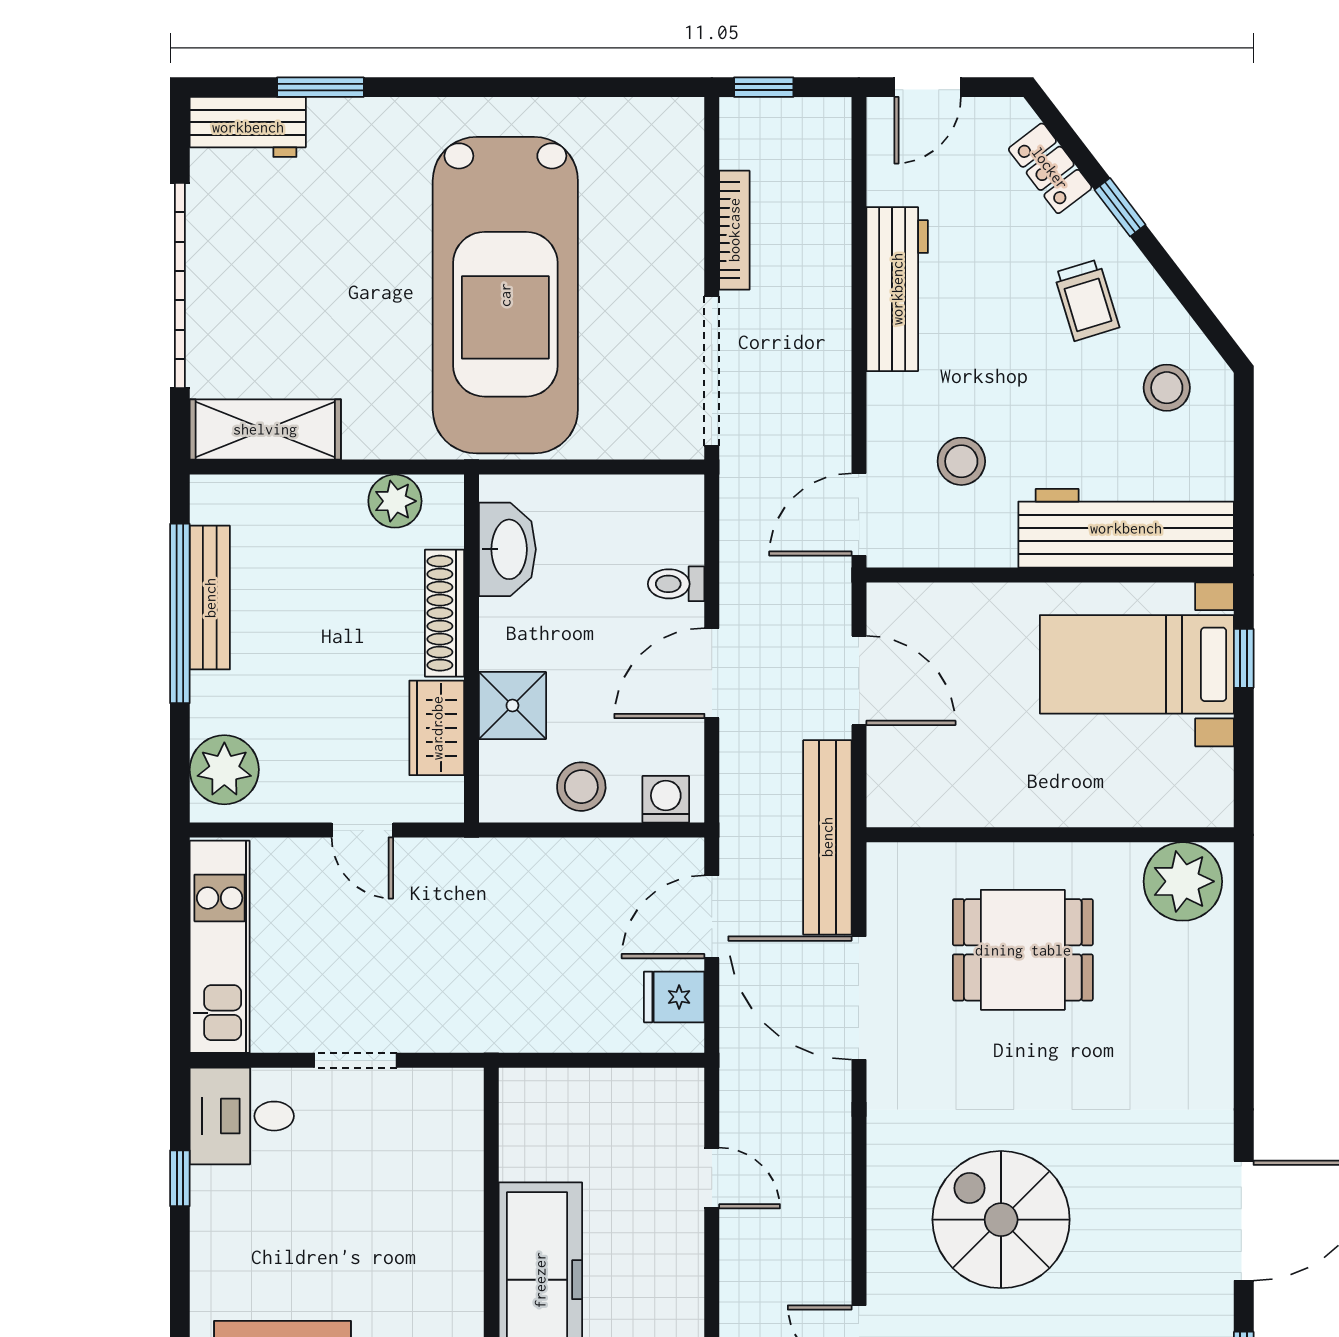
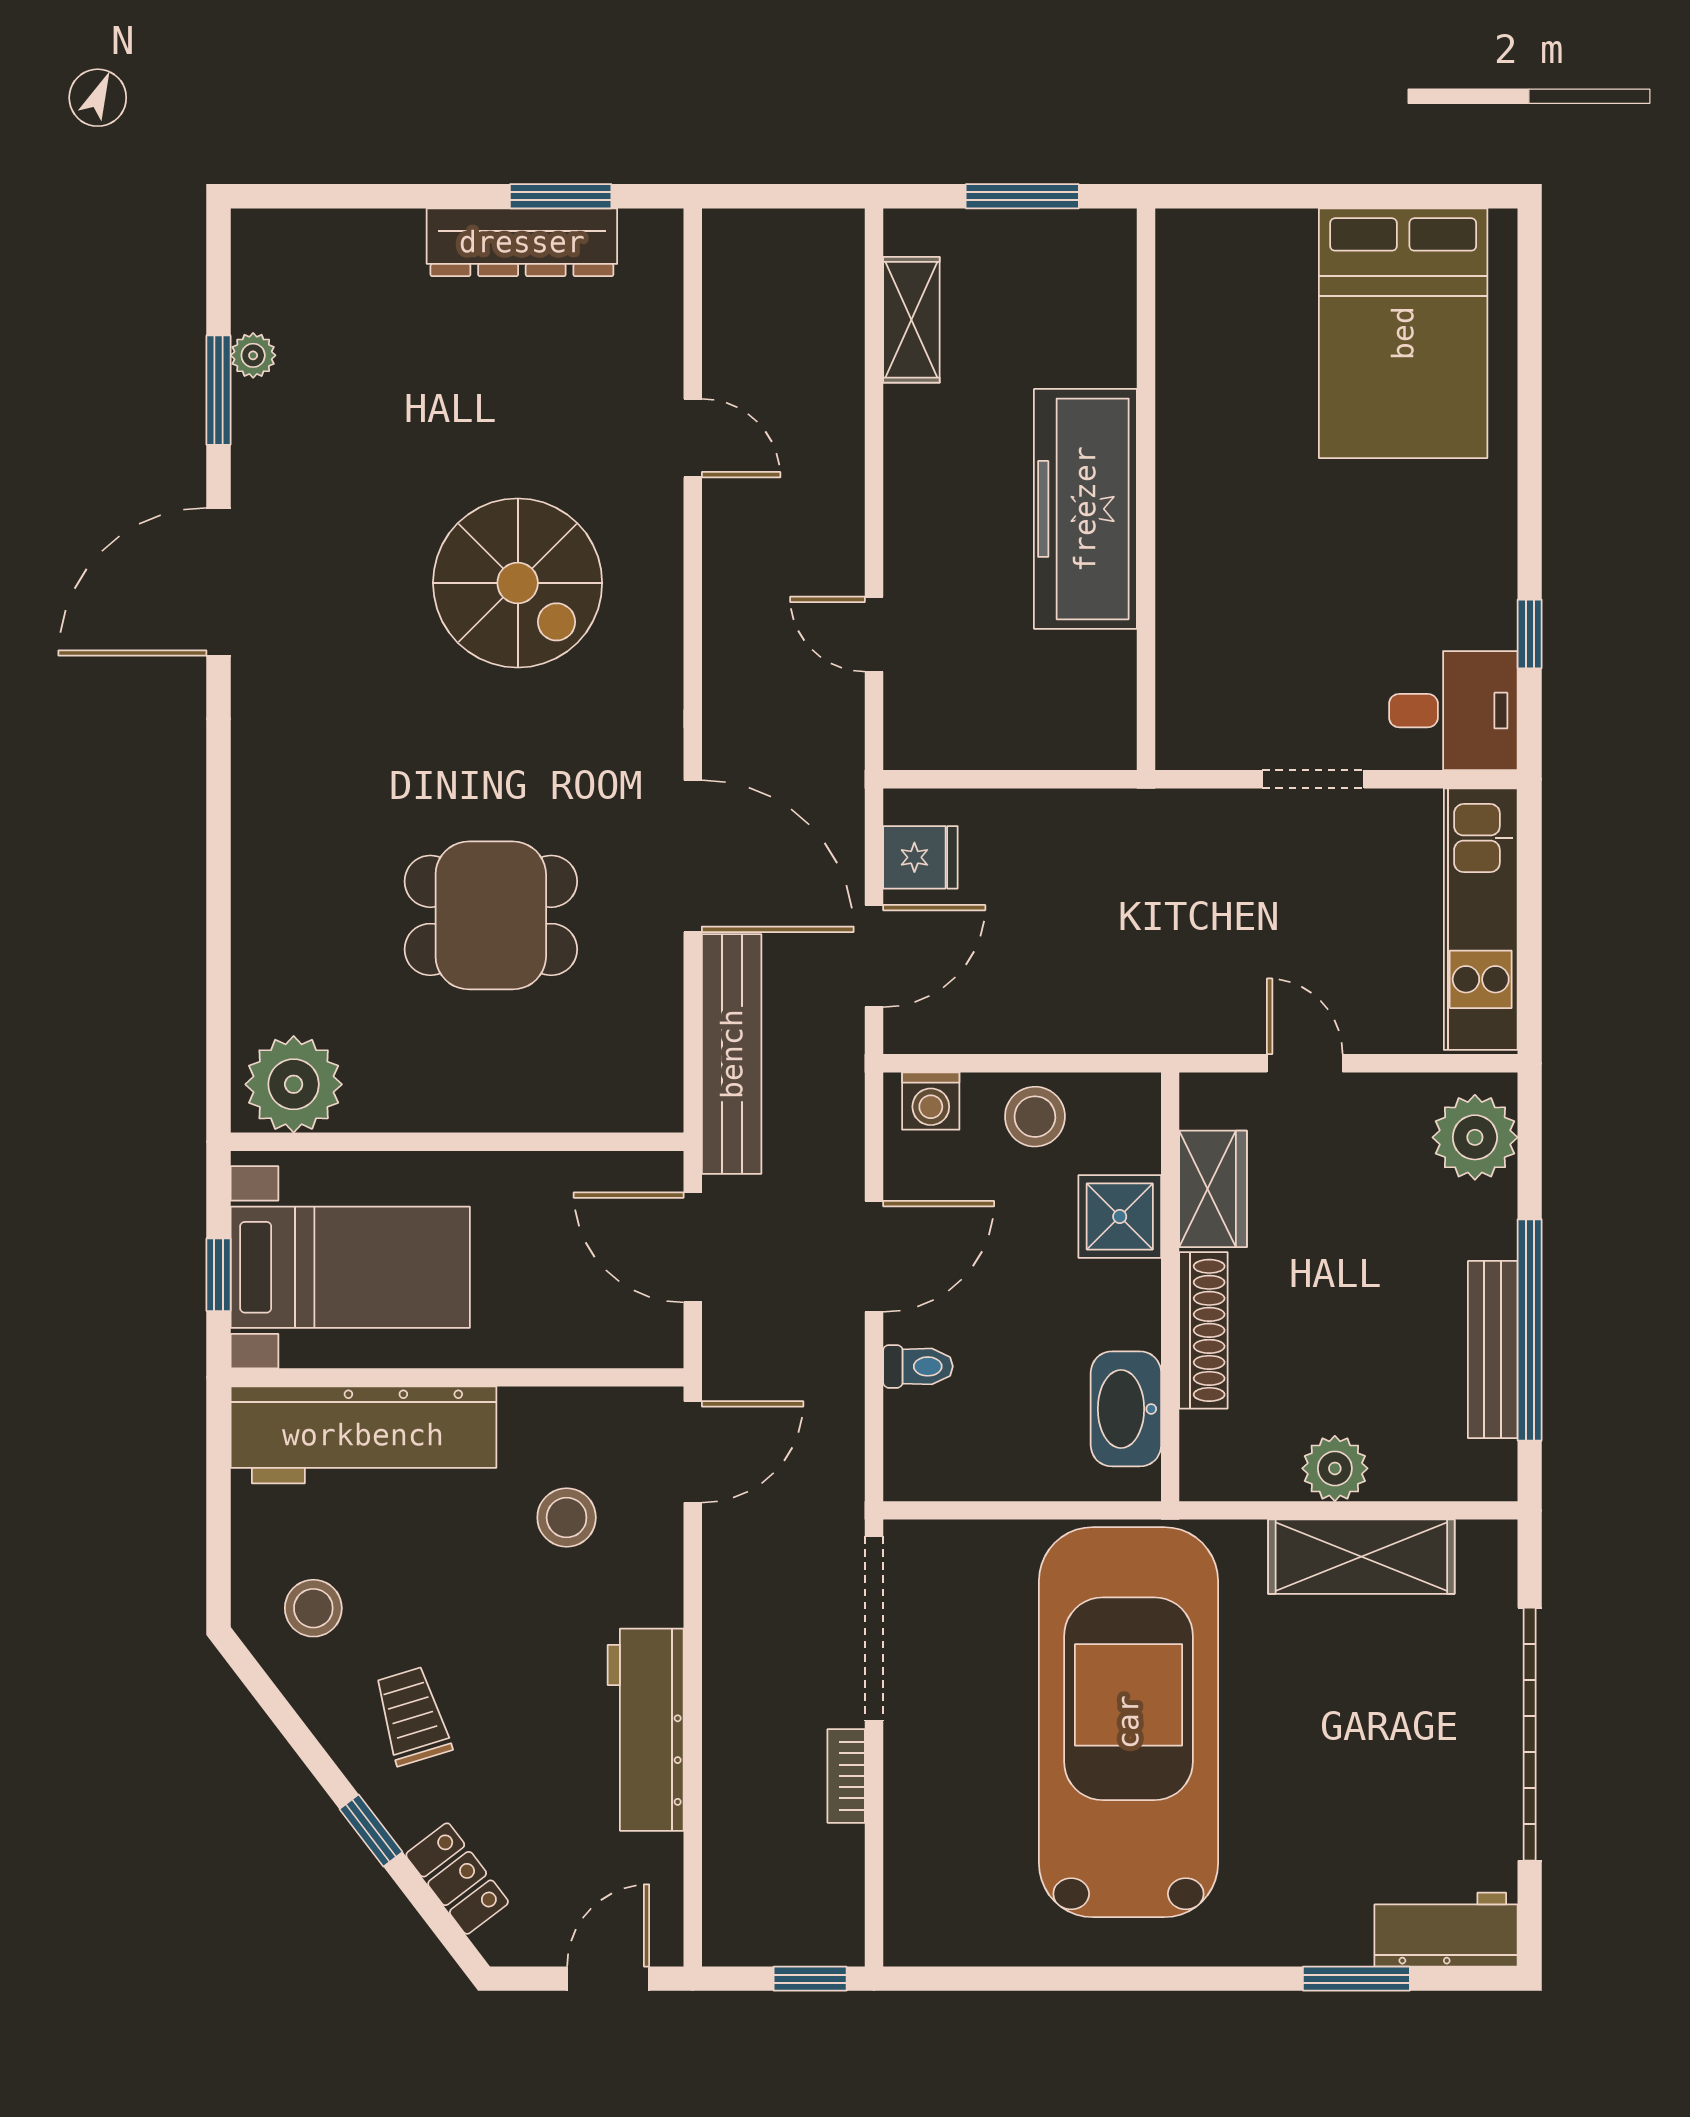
bookcase: (734, 230) -> (846, 1776), width x0.64
shelving: (265, 429) -> (1361, 1557), moved
plant: (395, 501) -> (1335, 1468), moved
wall: (1050, 835) -> (457, 1142), moved
plant: (1183, 881) -> (294, 1084), moved

